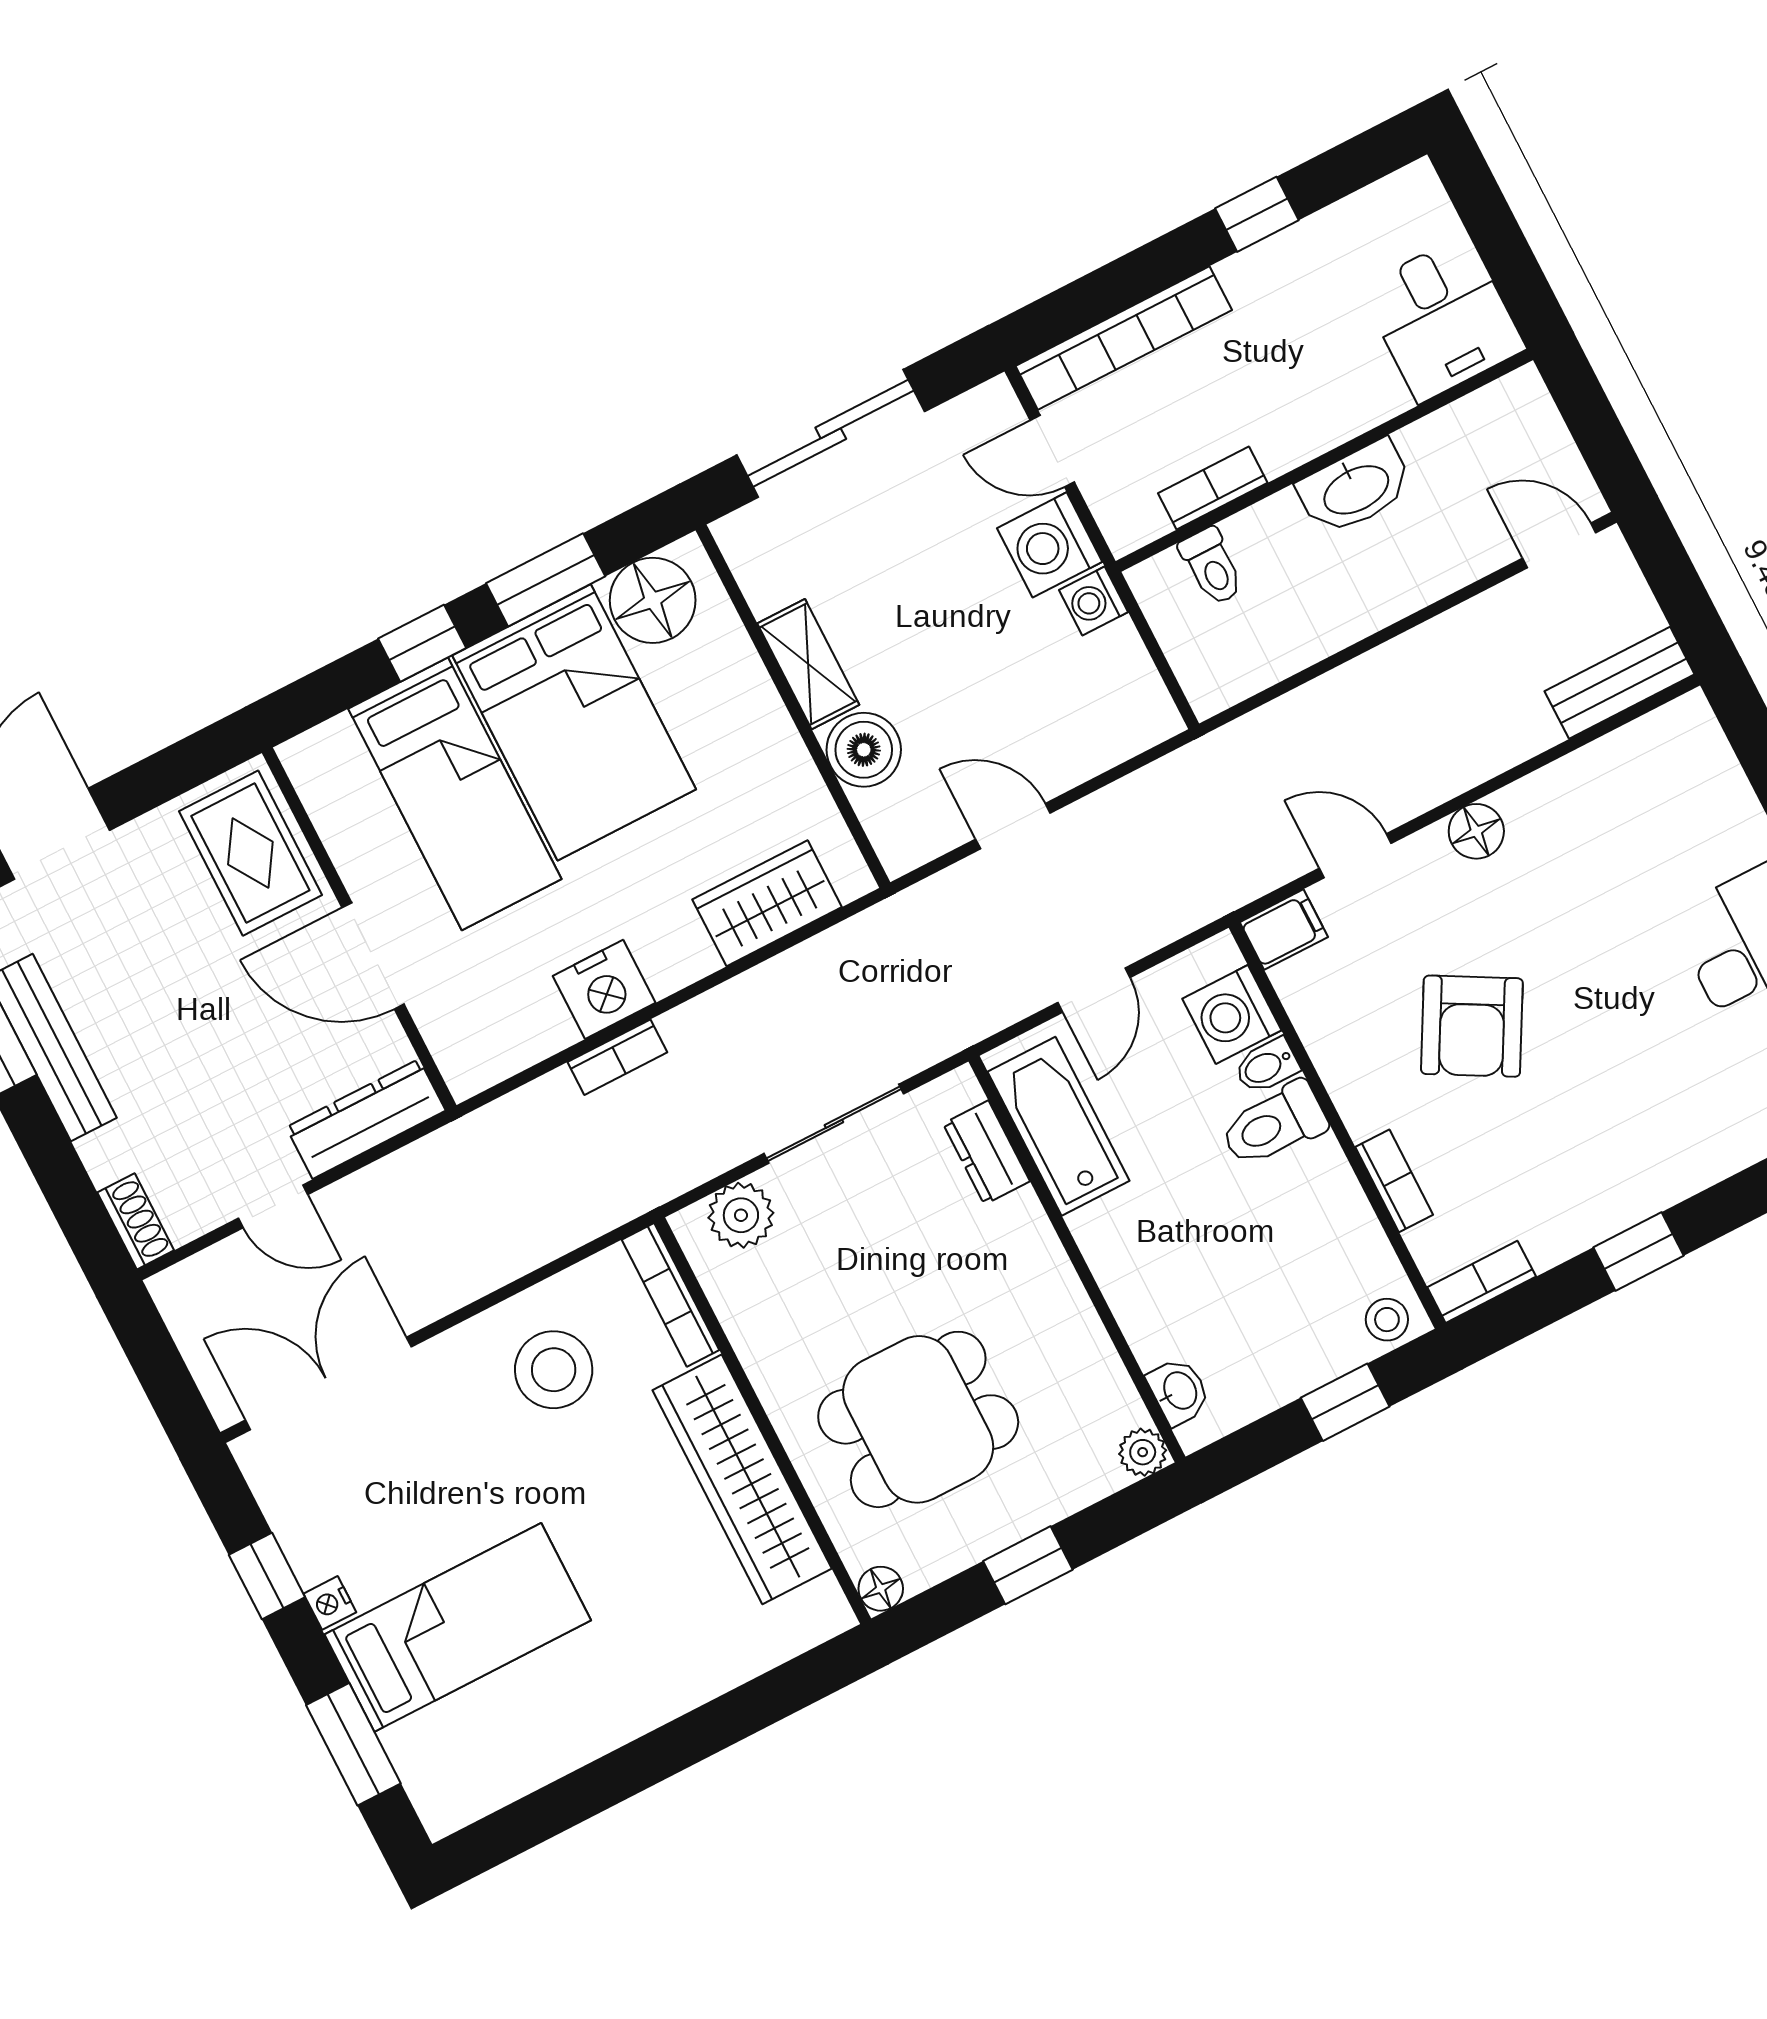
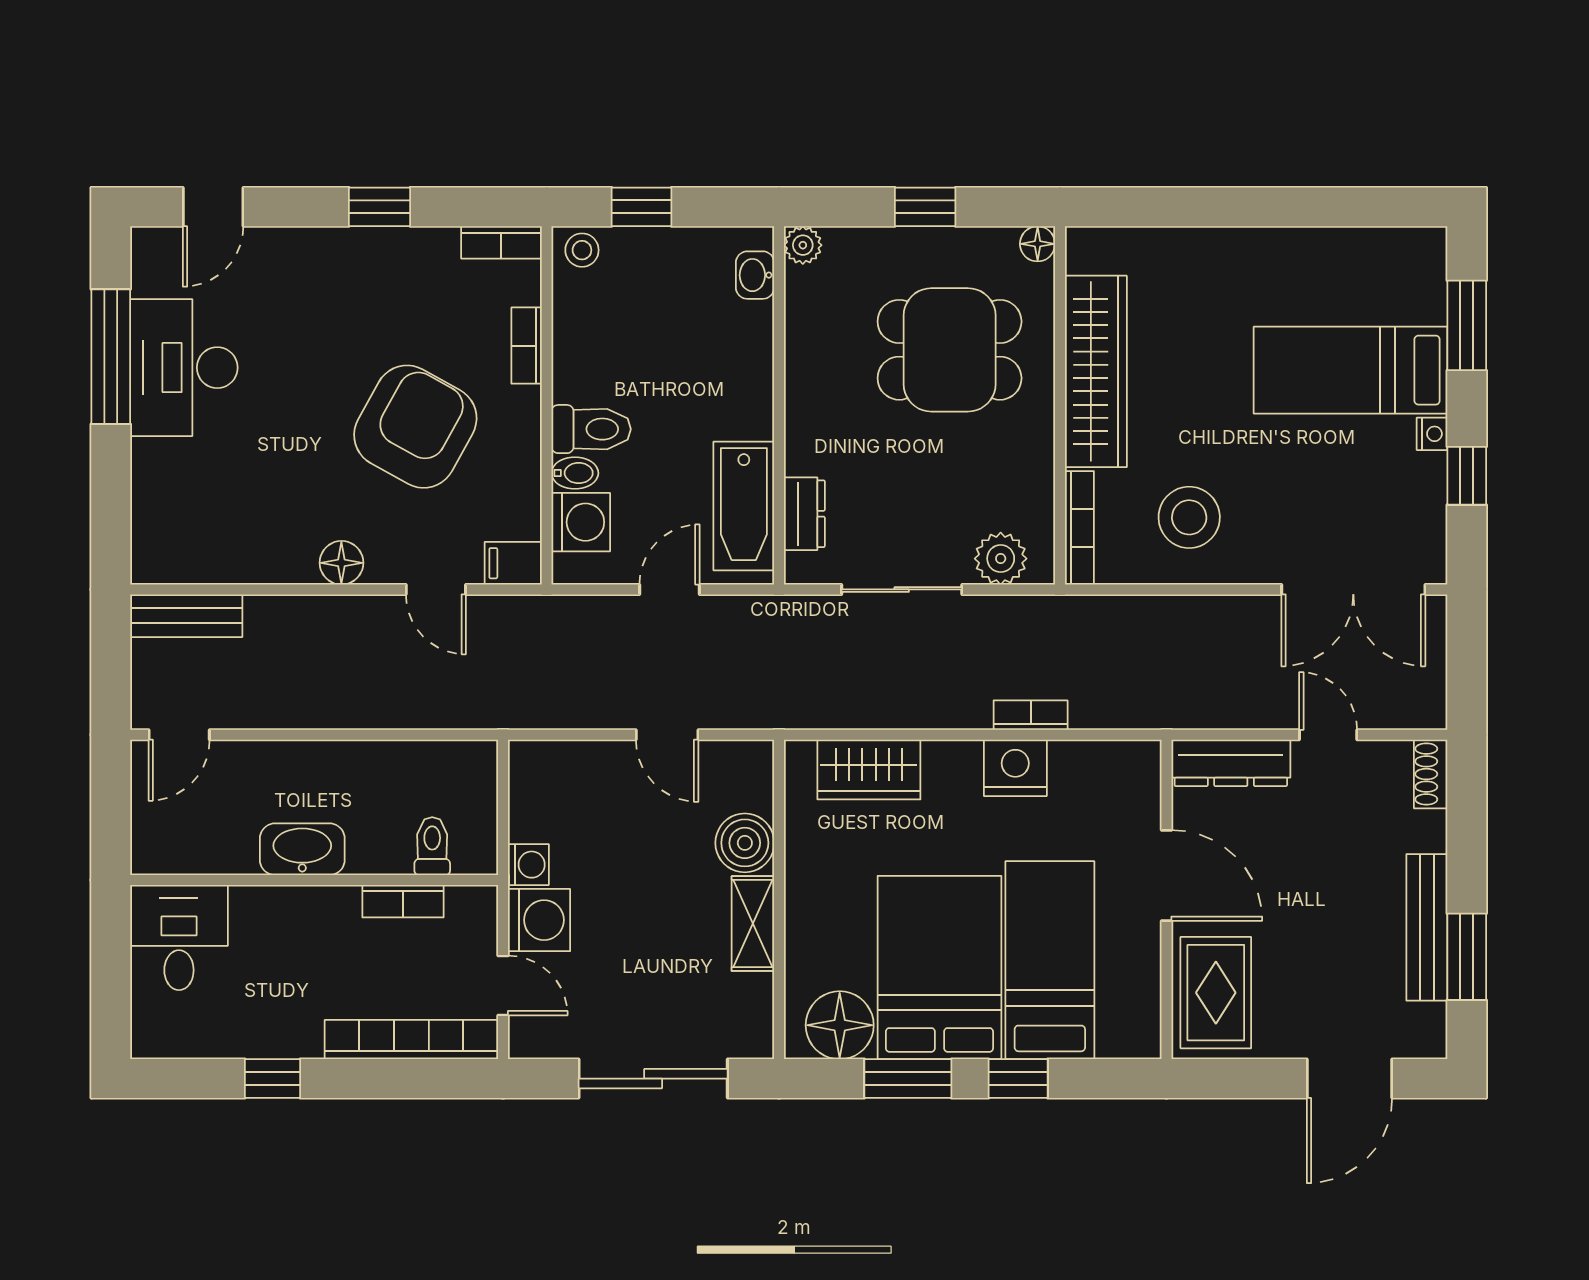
door: (1559, 545) -> (179, 735), hinge flipped
armchair: (1472, 1026) -> (415, 427), width x1.36, depth x1.36

